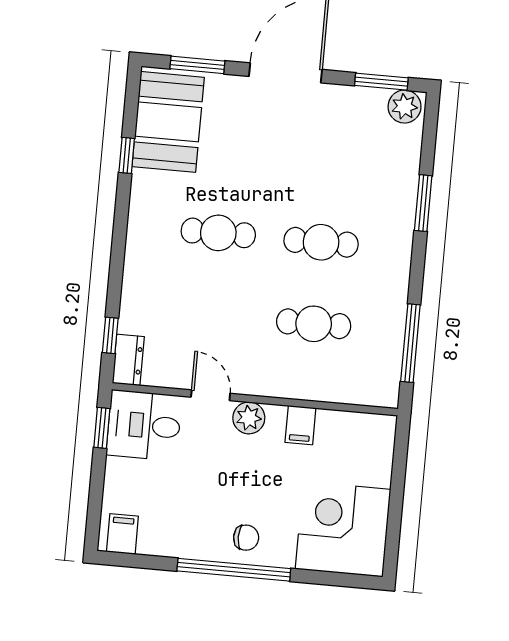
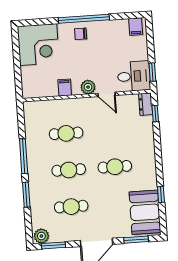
cafe table: (328, 161) -> (71, 207), added
window: (410, 343) -> (24, 156), moved

